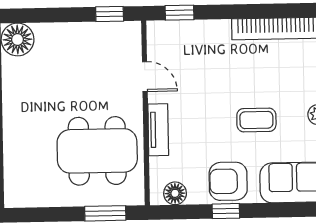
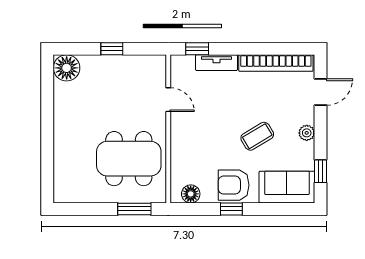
window: (110, 14) -> (112, 49), moved
coffee table: (256, 120) -> (257, 136), turned -31
tv unit: (158, 130) -> (216, 63), moved, turned 90

